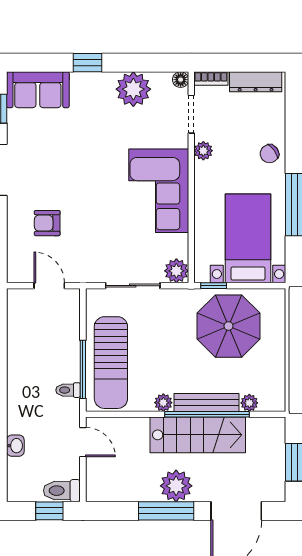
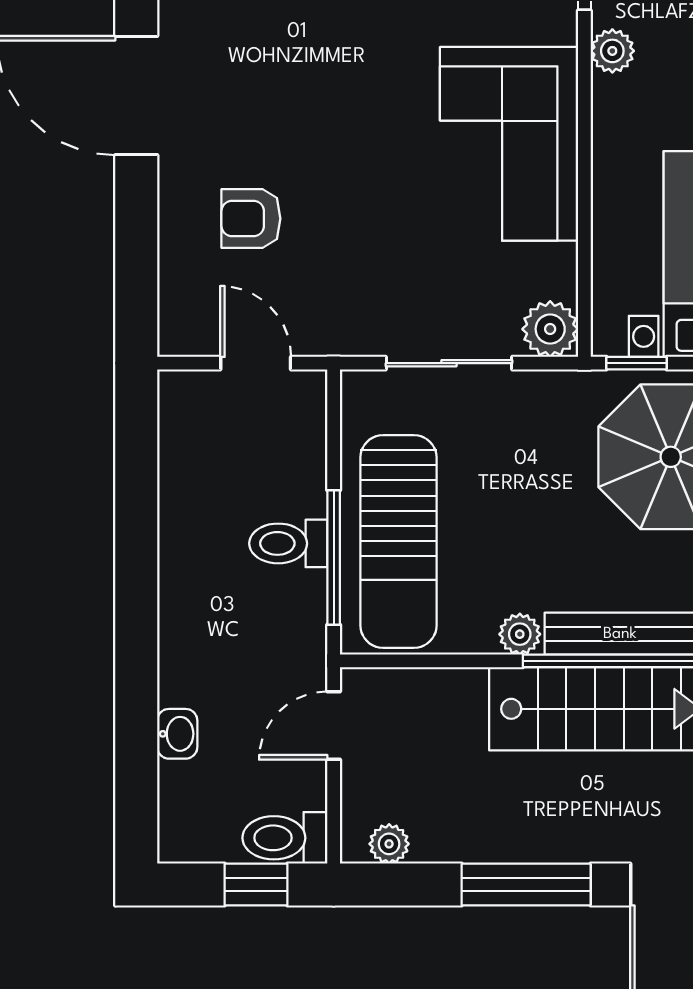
toilet: (68, 390) -> (288, 543), moved, width x1.37, depth x1.39
door: (83, 442) -> (334, 726), swing flipped
plant: (176, 486) -> (389, 844), moved, width x0.53, depth x0.53

